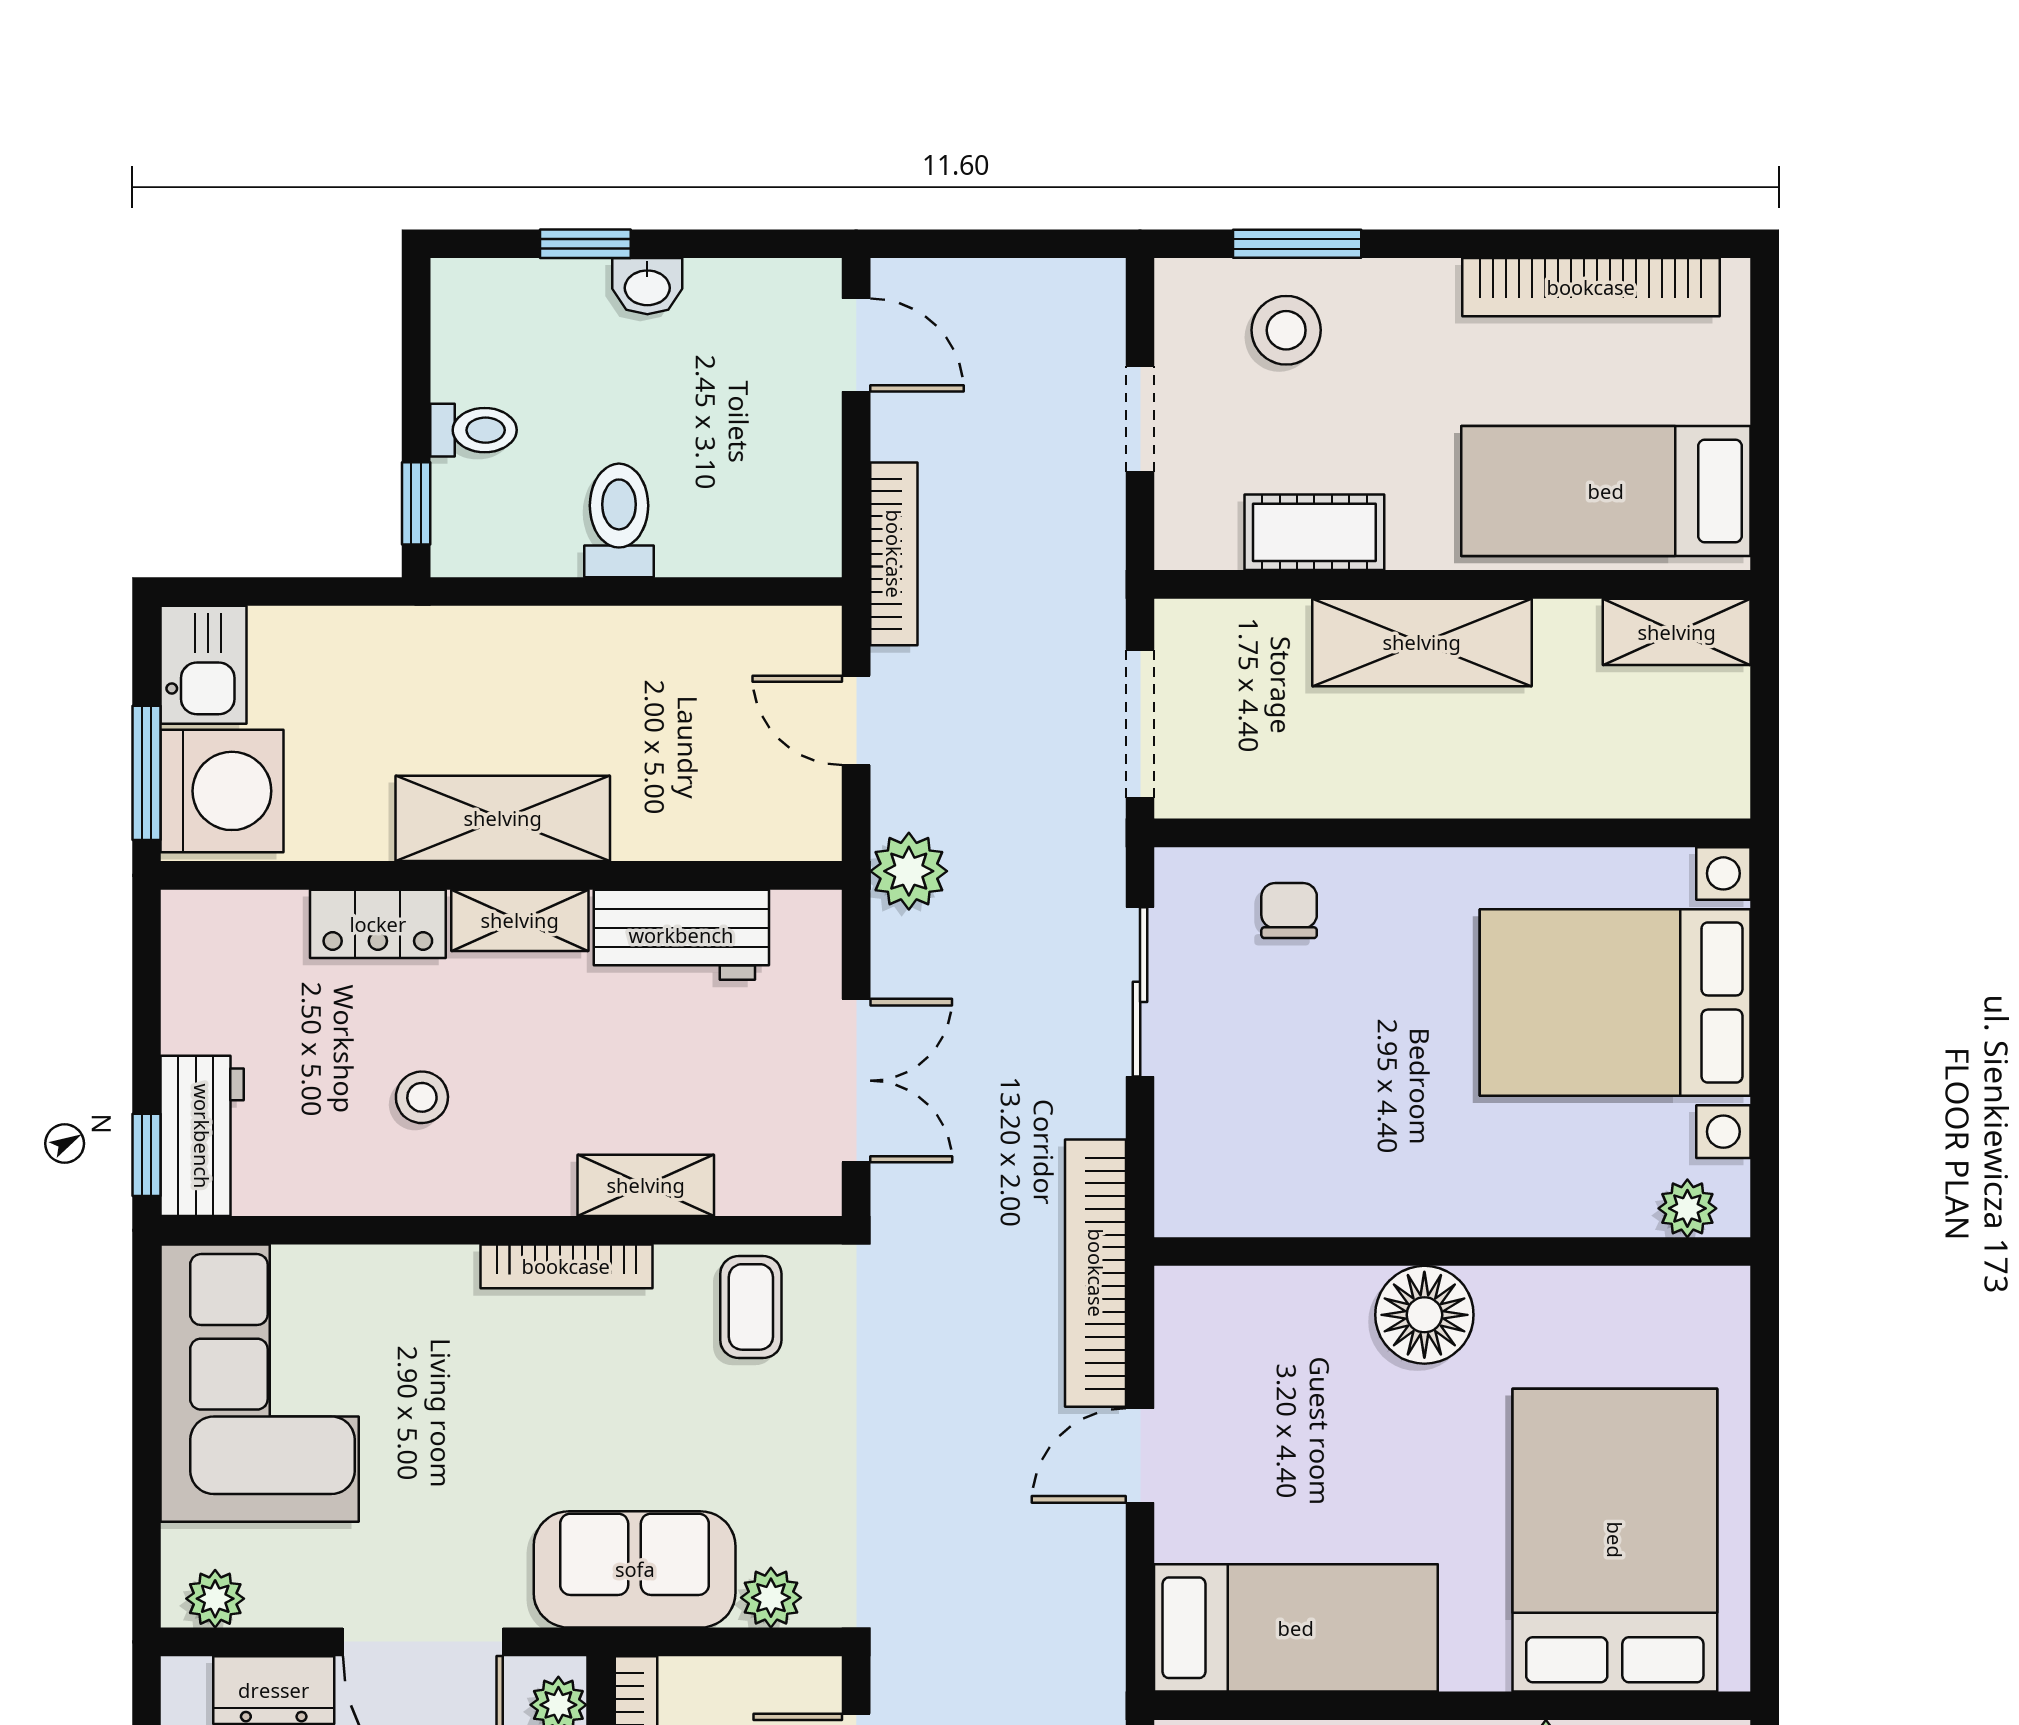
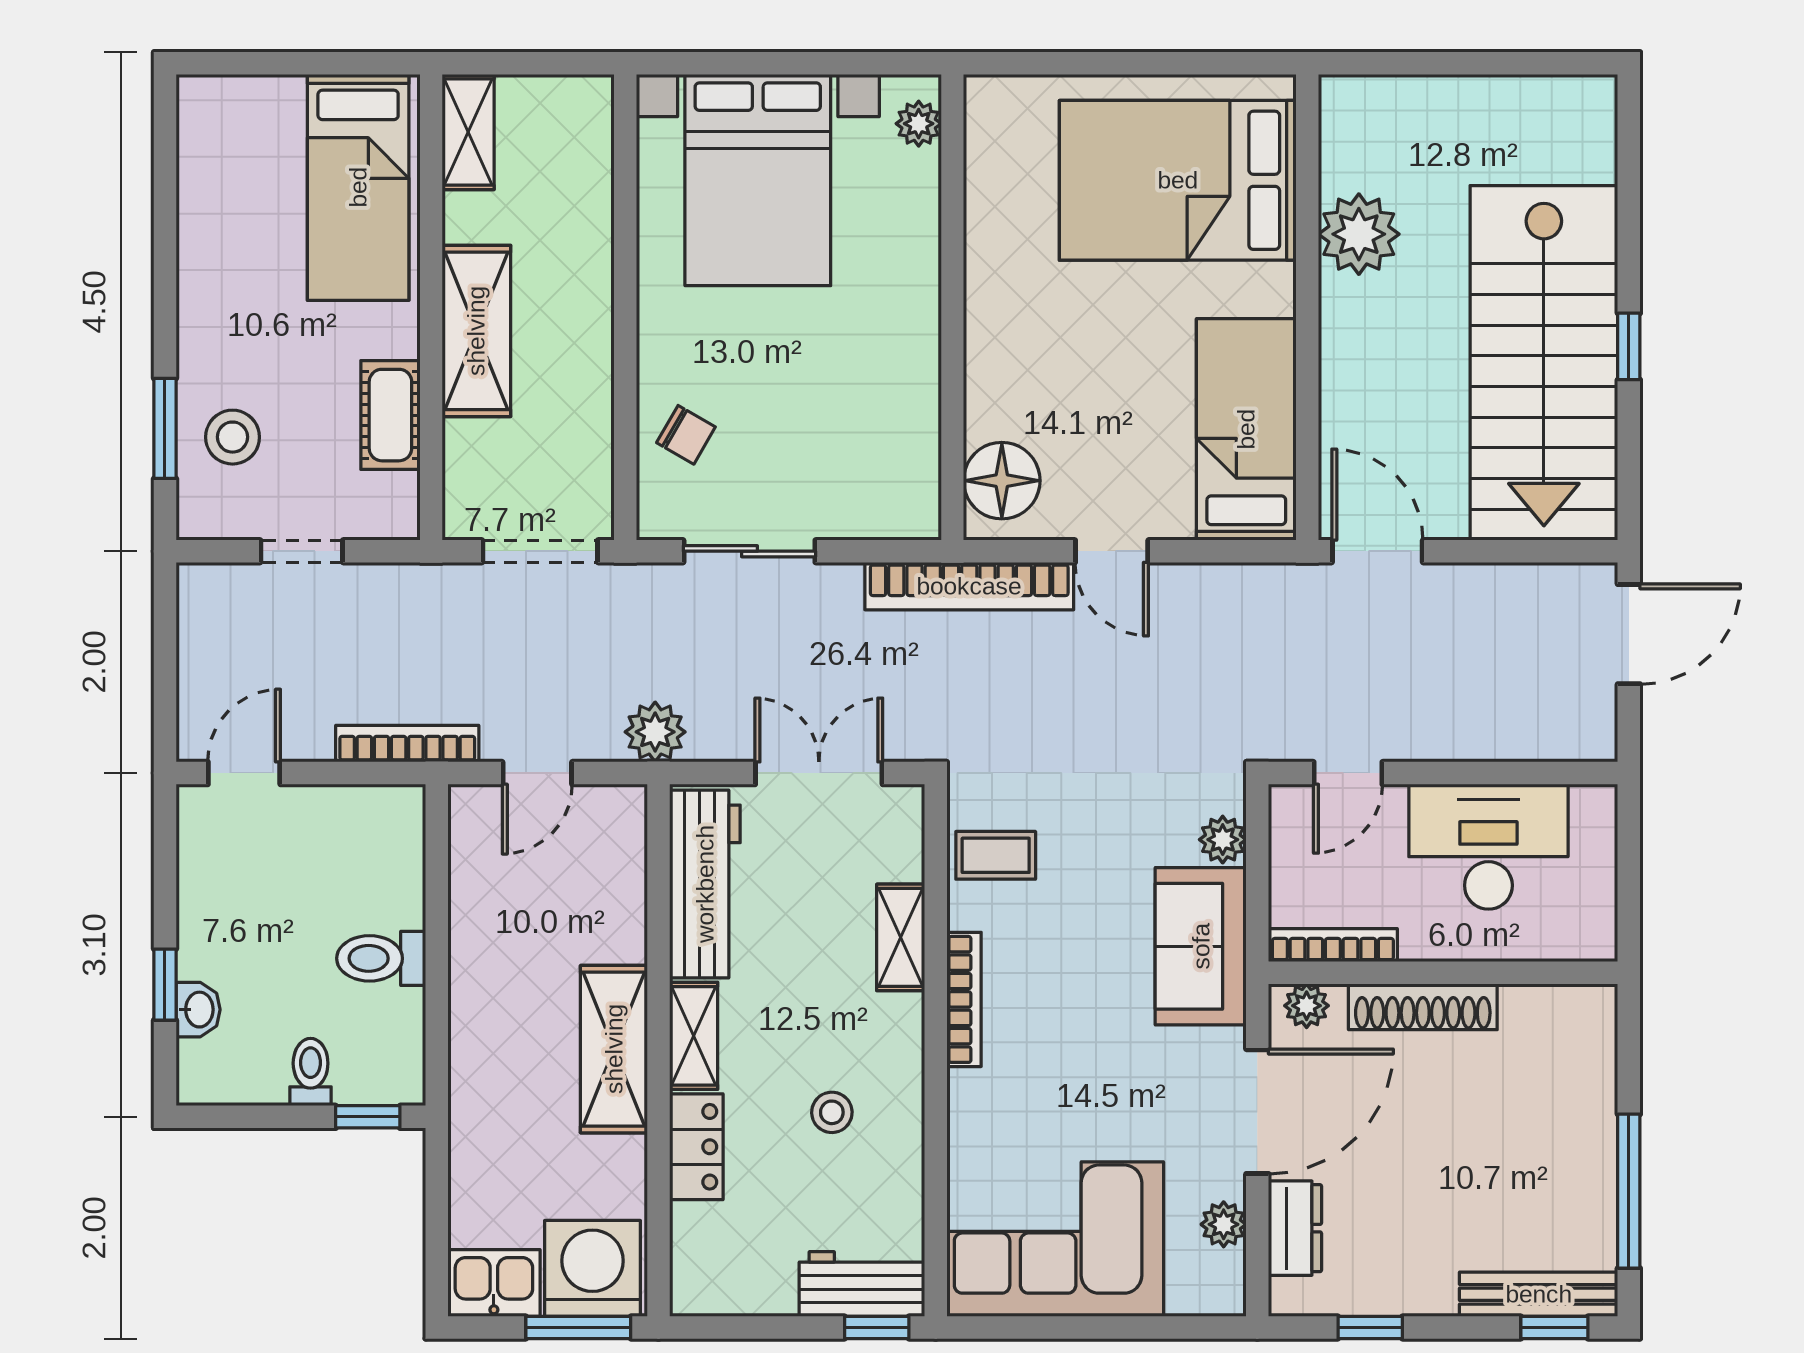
washbasin: (647, 286) -> (198, 1010), moved
bookcase: (1591, 287) -> (199, 199), removed
chair: (1289, 911) -> (686, 435), turned -150
workbench: (681, 935) -> (705, 884), width x1.37
floor lamp: (1424, 1315) -> (1002, 481), moved
plant: (215, 1599) -> (1224, 1224), moved

